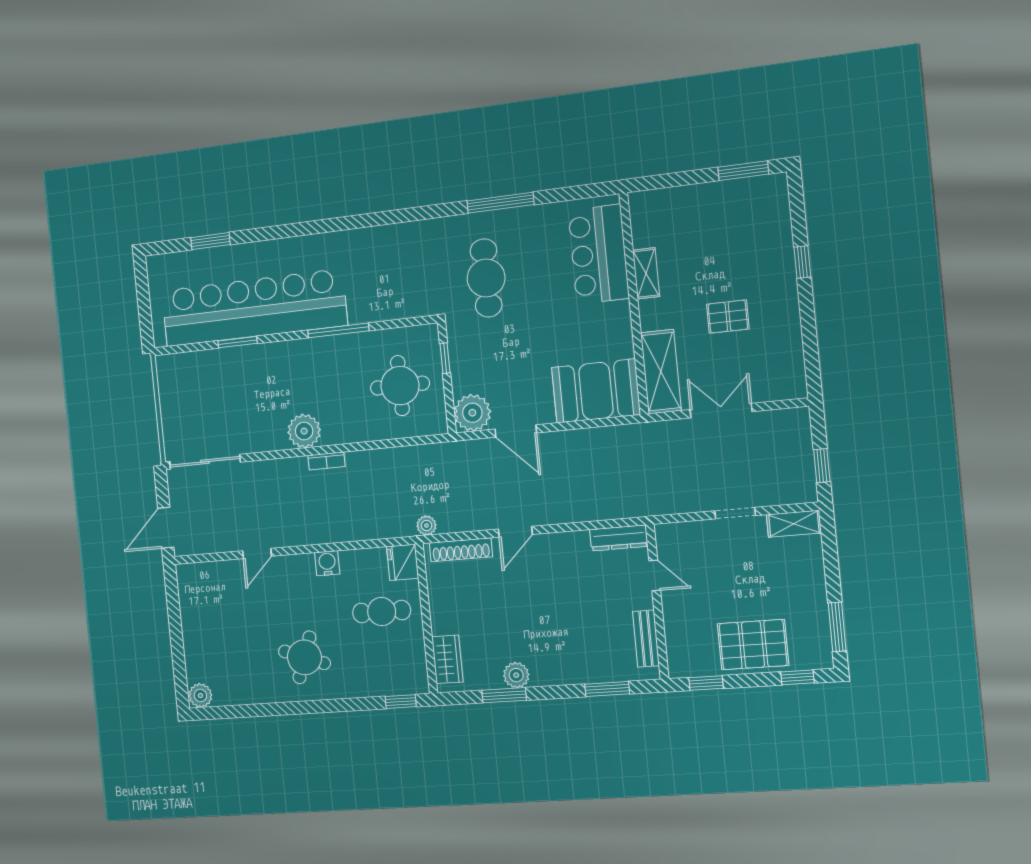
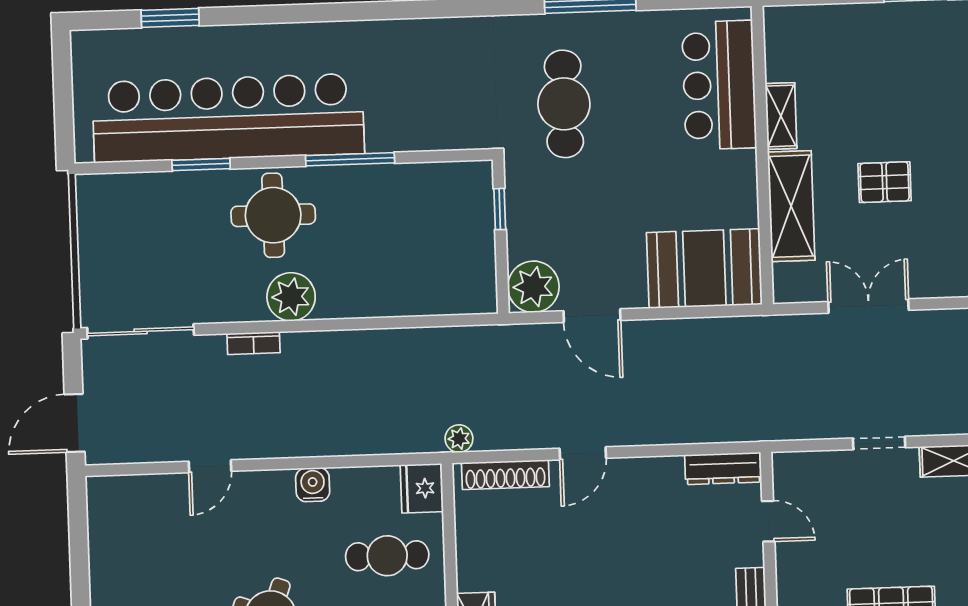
shelving: (661, 372) -> (791, 206), moved
round table: (400, 386) -> (273, 215), moved
bookcase: (326, 461) -> (254, 343), moved

